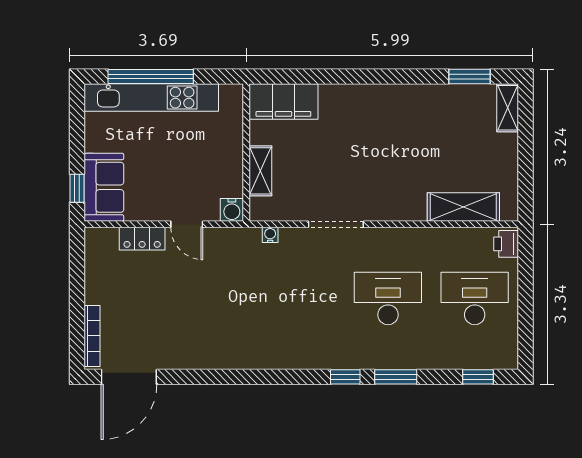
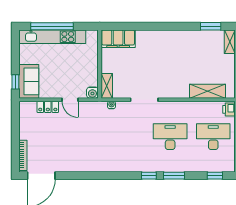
shelving: (260, 171) -> (107, 86), moved

